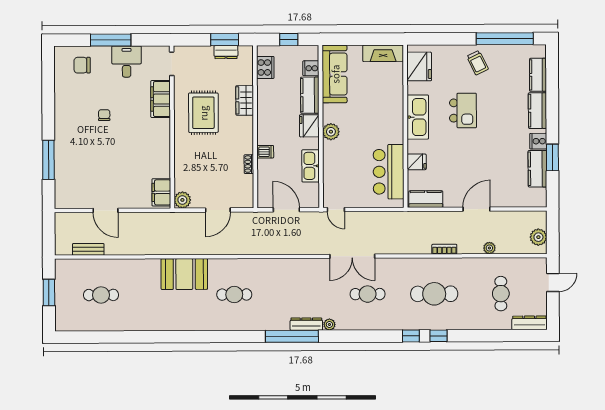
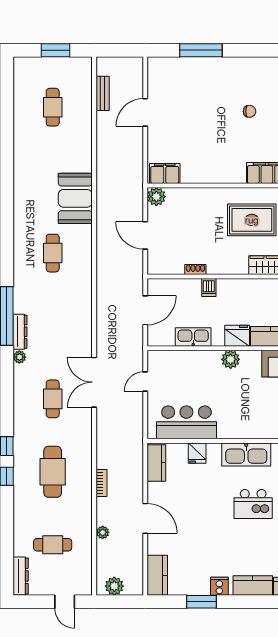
kitchen counter: (537, 169) -> (157, 575), moved, turned 90
door: (336, 210) -> (145, 382), moved

